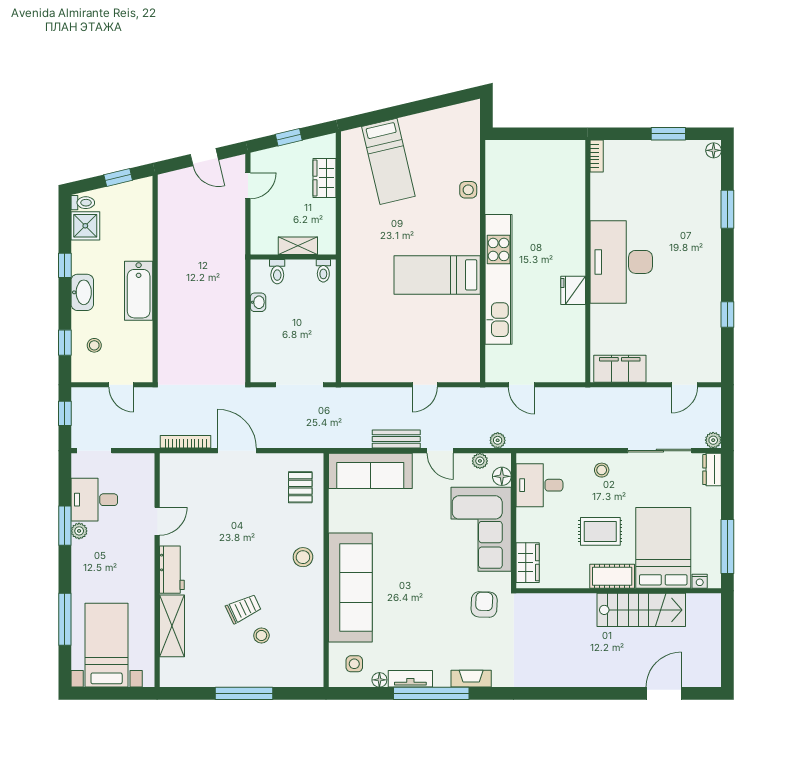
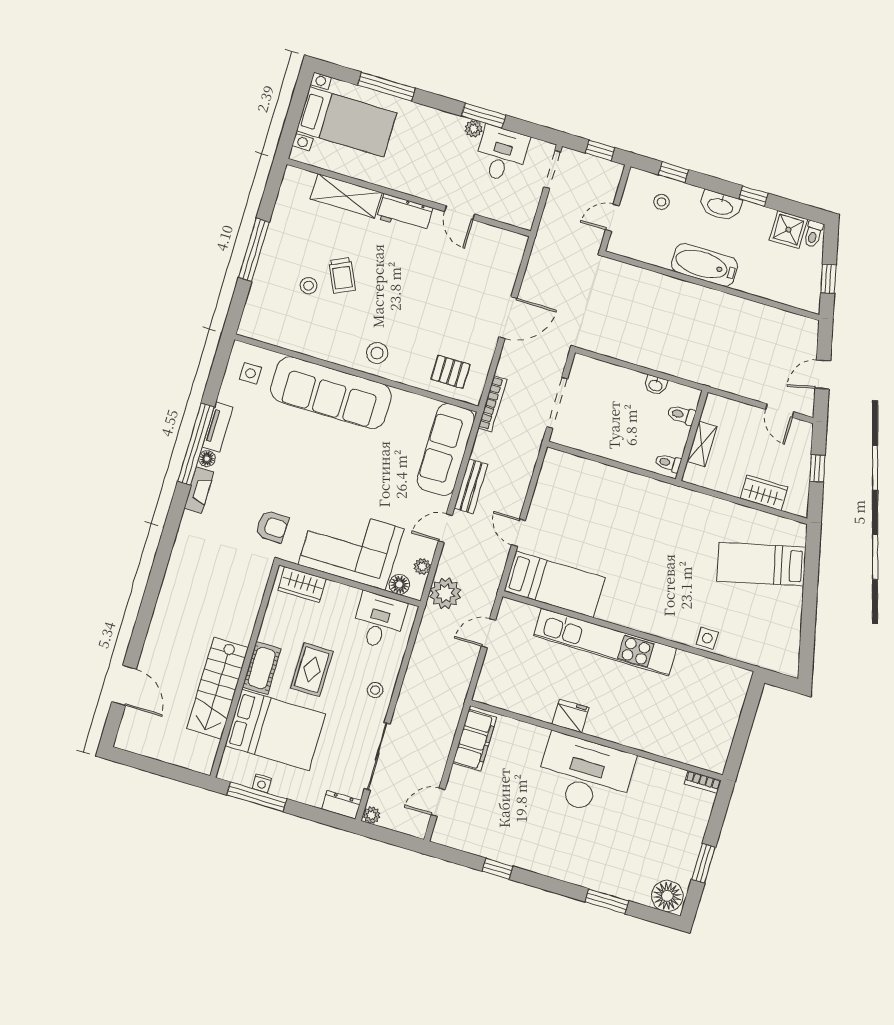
floor lamp: (714, 150) -> (667, 896), width x1.89, depth x1.89
bed: (437, 275) -> (554, 584), moved, turned 90
door: (684, 385) -> (438, 802), hinge flipped
plant: (498, 440) -> (445, 593), width x1.87, depth x1.87
bookcase: (186, 442) -> (492, 404), moved
nightstand: (700, 581) -> (262, 783), moved, turned -90
floor lamp: (379, 680) -> (207, 459), moved

